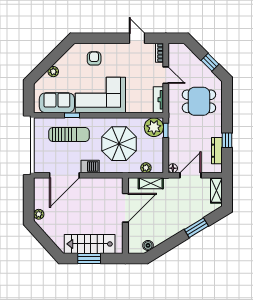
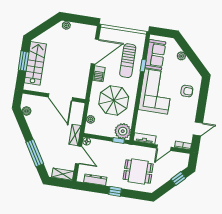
window: (210, 62) -> (178, 179), moved
dining table: (199, 101) -> (138, 172), turned 90
window: (227, 140) -> (115, 191), moved
door: (64, 175) -> (95, 52), swing flipped
shelving: (151, 183) -> (75, 135), moved
window: (196, 228) -> (35, 153), width x1.44

